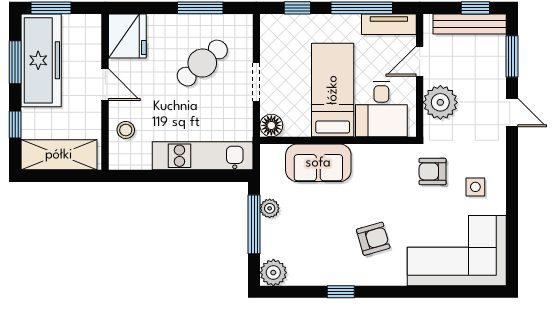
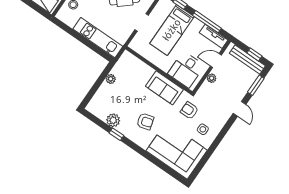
bed: (333, 90) -> (172, 30), moved, turned 180
plant: (440, 102) -> (212, 78), width x0.53, depth x0.53
floor lamp: (271, 125) -> (135, 45), removed
sofa: (318, 163) -> (164, 88), moved
window: (254, 224) -> (100, 81), removed
plant: (273, 273) -> (113, 120), moved

